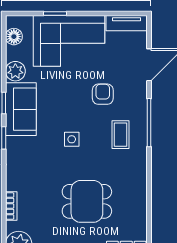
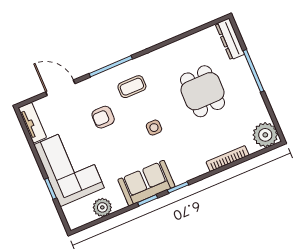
floor lamp: (14, 37) -> (86, 216), removed
plant: (15, 71) -> (102, 207), moved
bookcase: (11, 206) -> (228, 159), width x1.56

